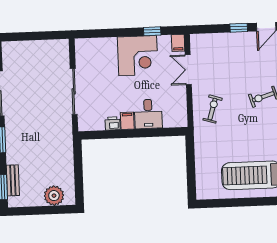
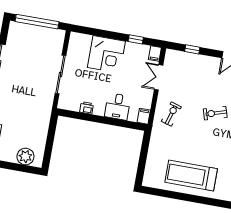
window: (239, 28) -> (192, 49), moved
window: (33, 36) -> (37, 22), added
corner desk: (138, 56) -> (106, 54), moved
filing cabinet: (127, 121) -> (144, 116), moved

